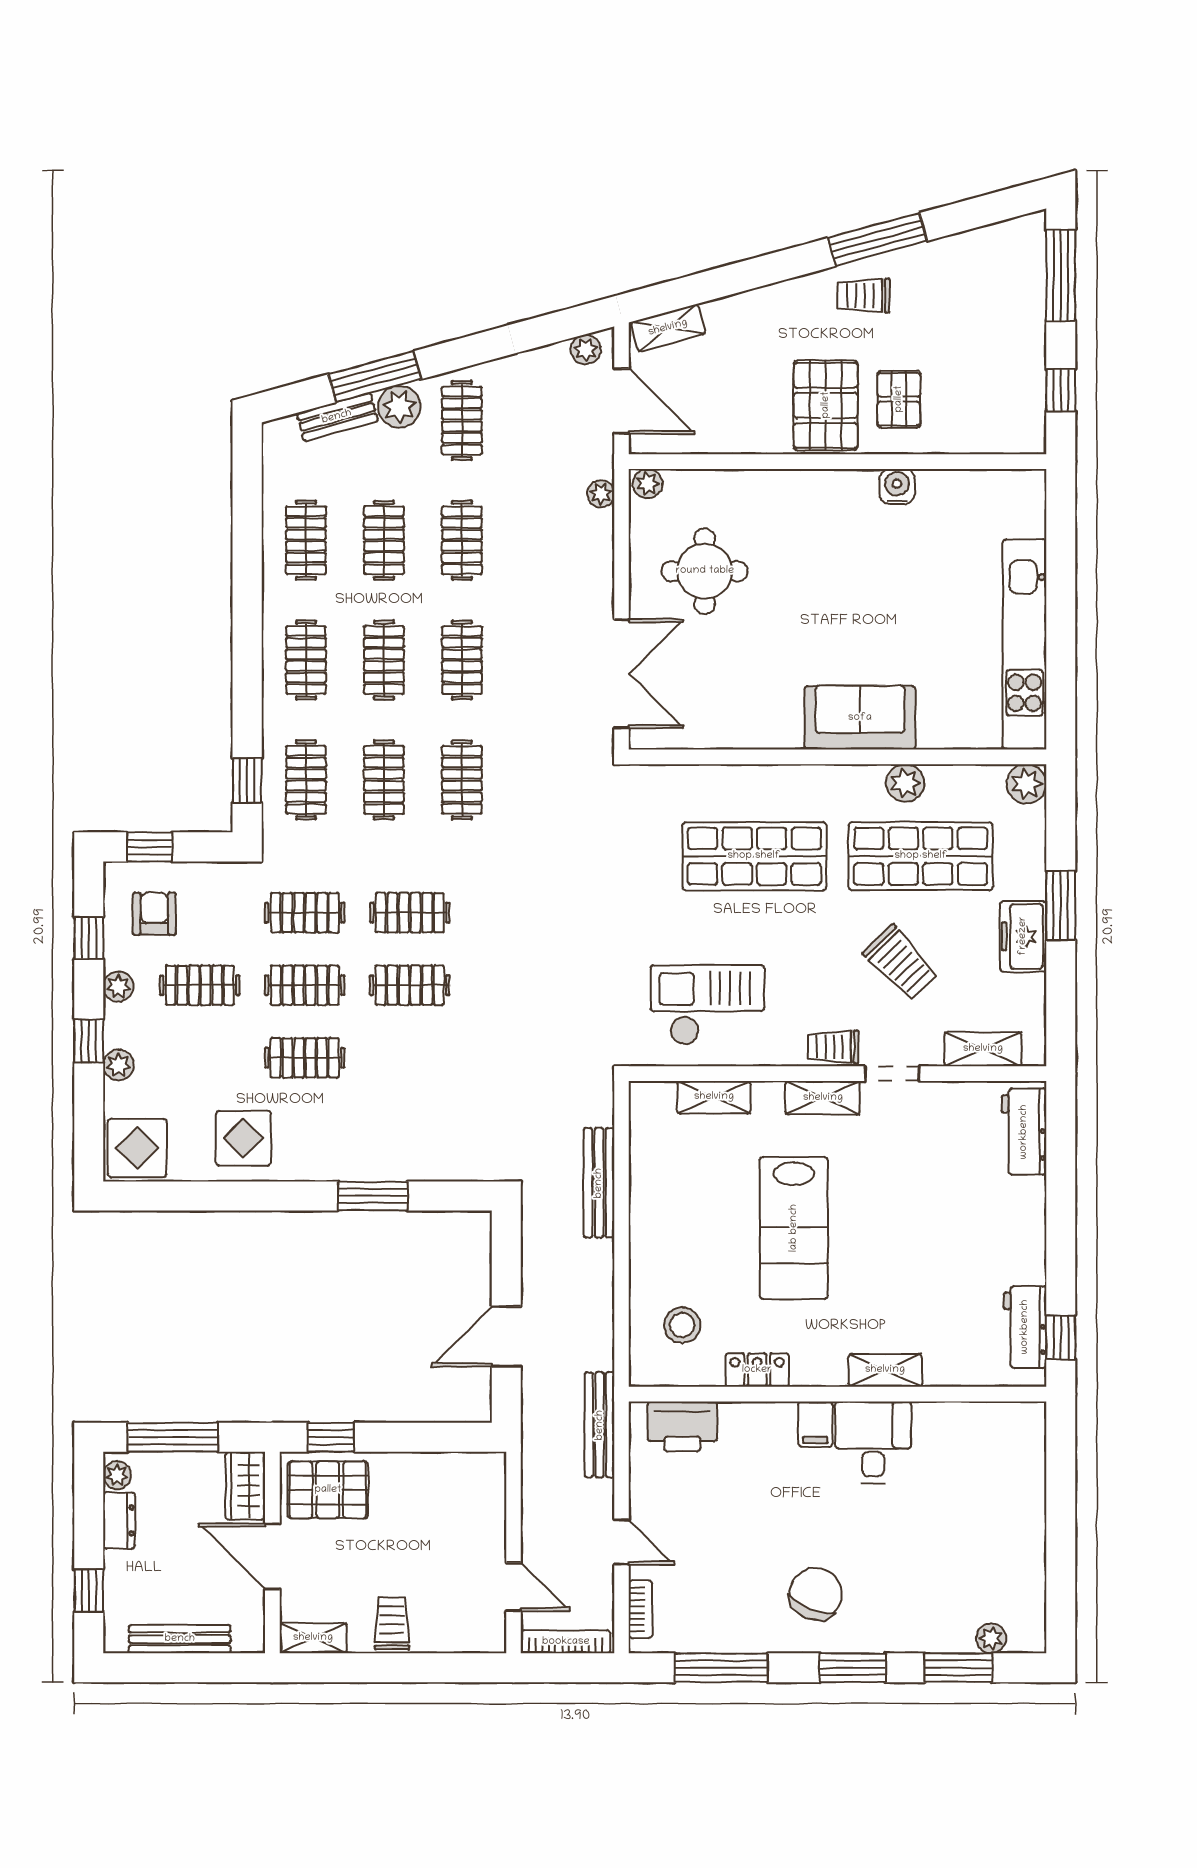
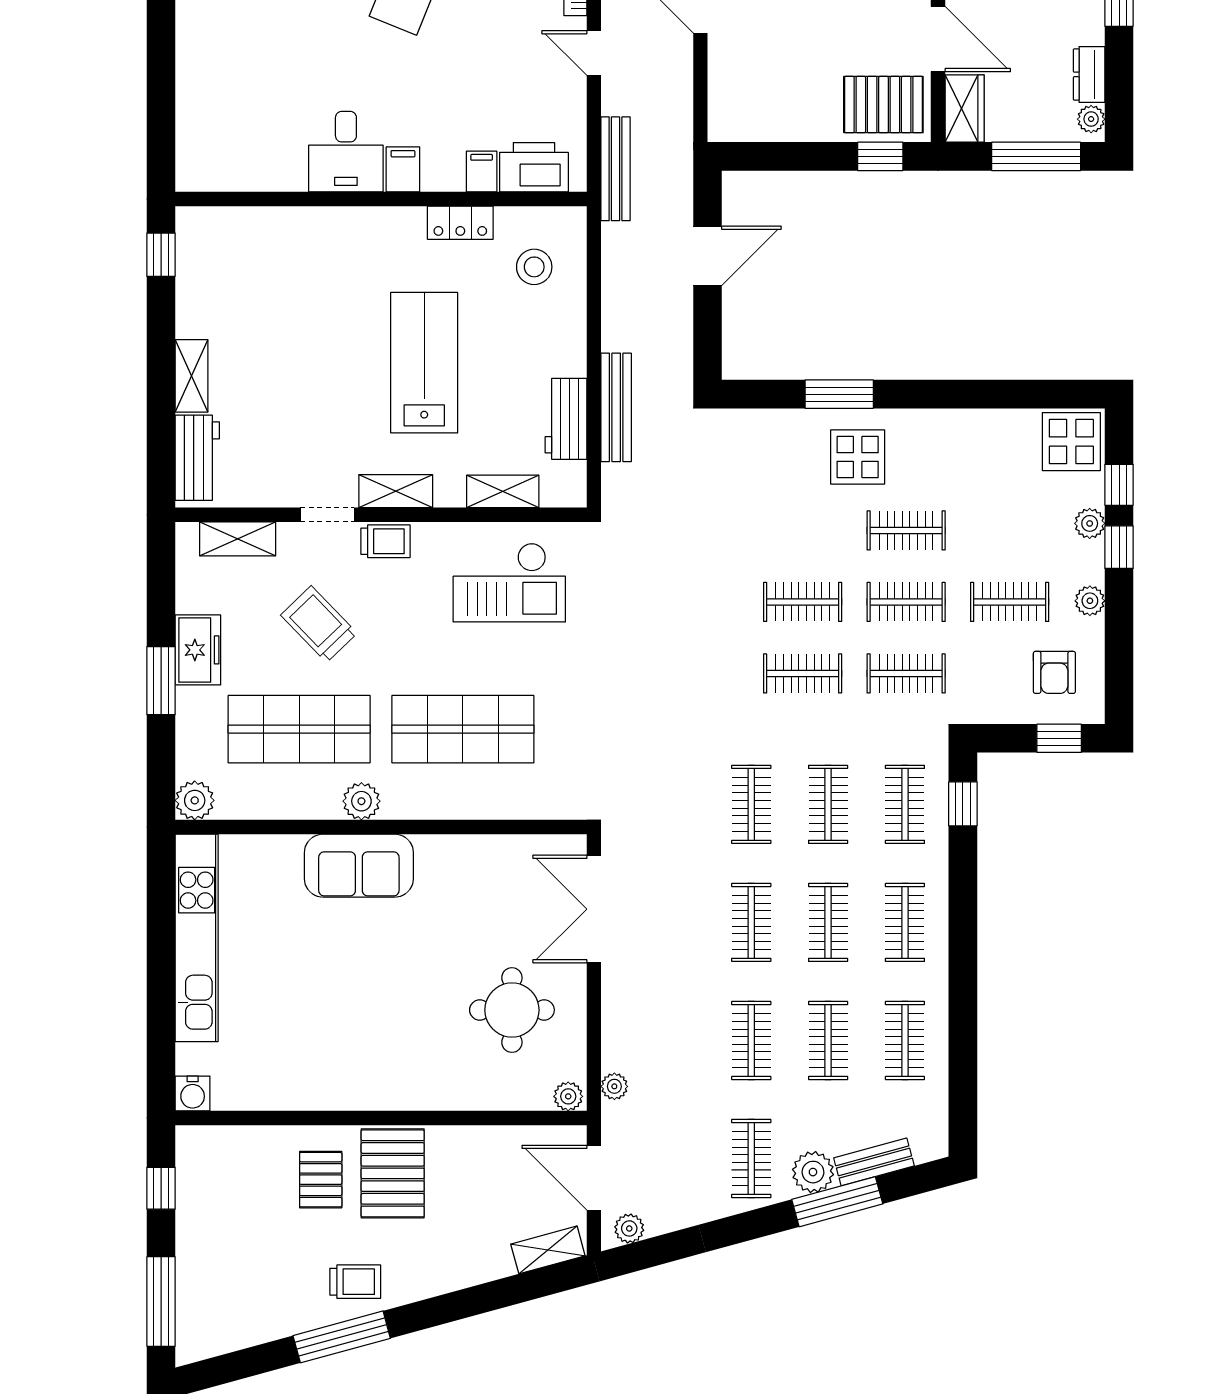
water cooler: (897, 487) -> (193, 1093), moved
plant: (905, 783) -> (361, 801), moved
window: (89, 938) -> (1119, 485), moved
display table: (243, 1138) -> (858, 457), moved
workbench: (1025, 1327) -> (566, 419), moved, turned 180
shelving: (885, 1370) -> (192, 376), moved, turned 90
filing cabinet: (736, 1422) -> (482, 172), added

